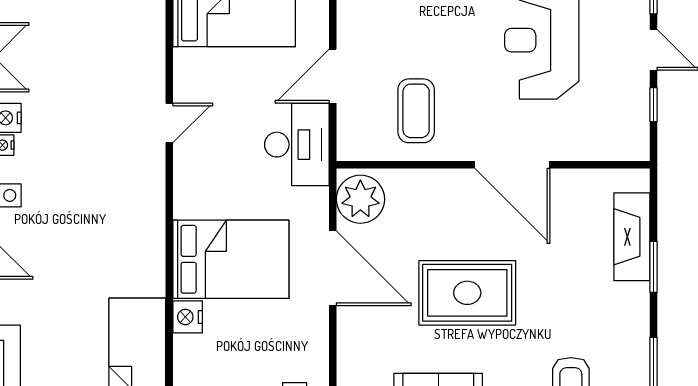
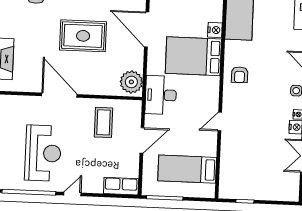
desk: (297, 145) -> (161, 95), moved
armchair: (131, 224) -> (240, 75), added
door: (333, 268) -> (147, 29), moved

